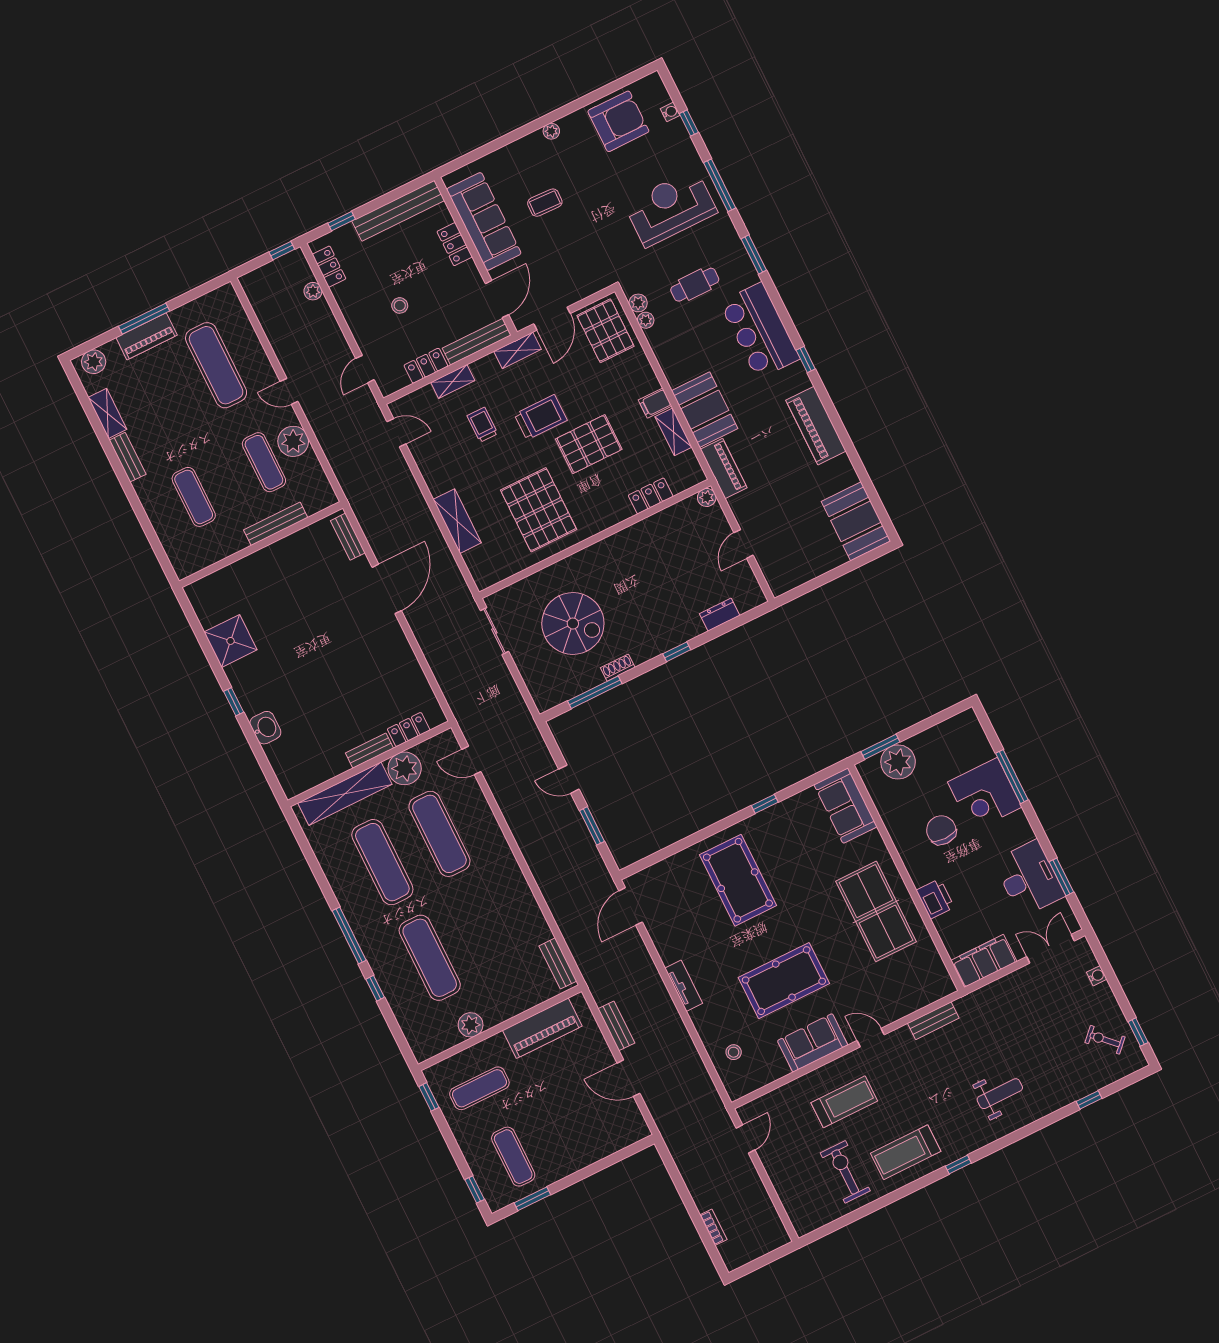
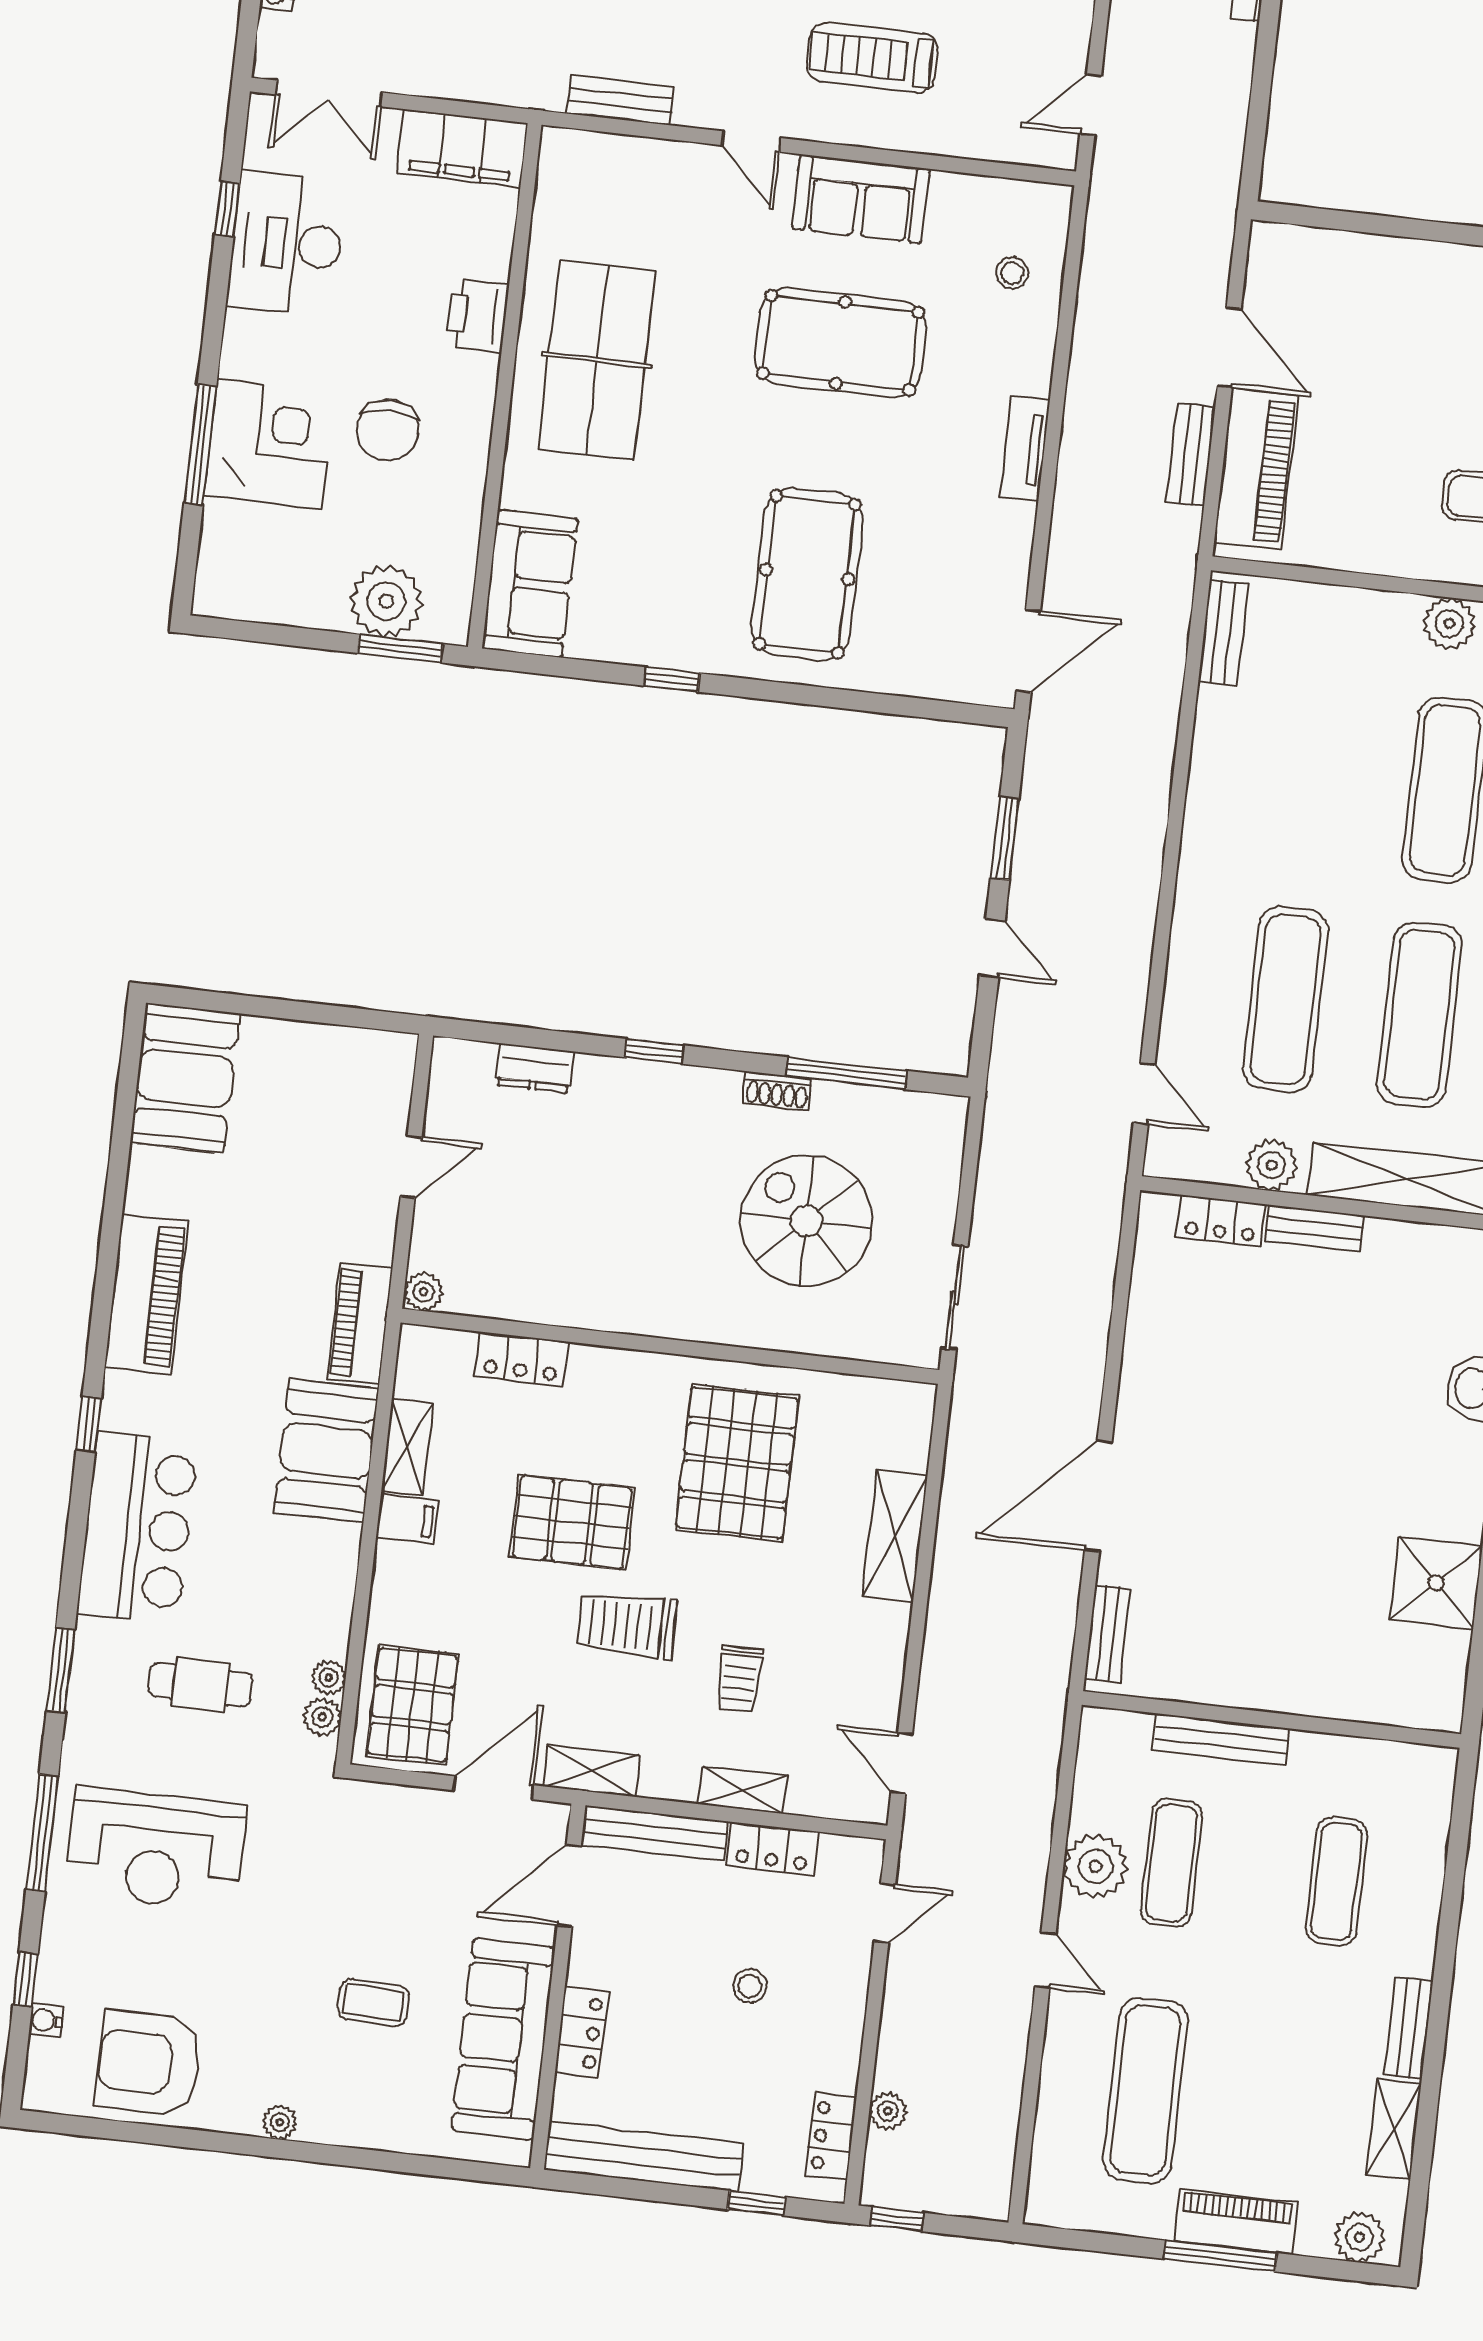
plant: (405, 768) -> (1271, 1165), width x0.73, depth x0.73
window: (1061, 877) -> (227, 209), width x0.67
piano: (542, 1028) -> (1256, 469), moved, turned 90

